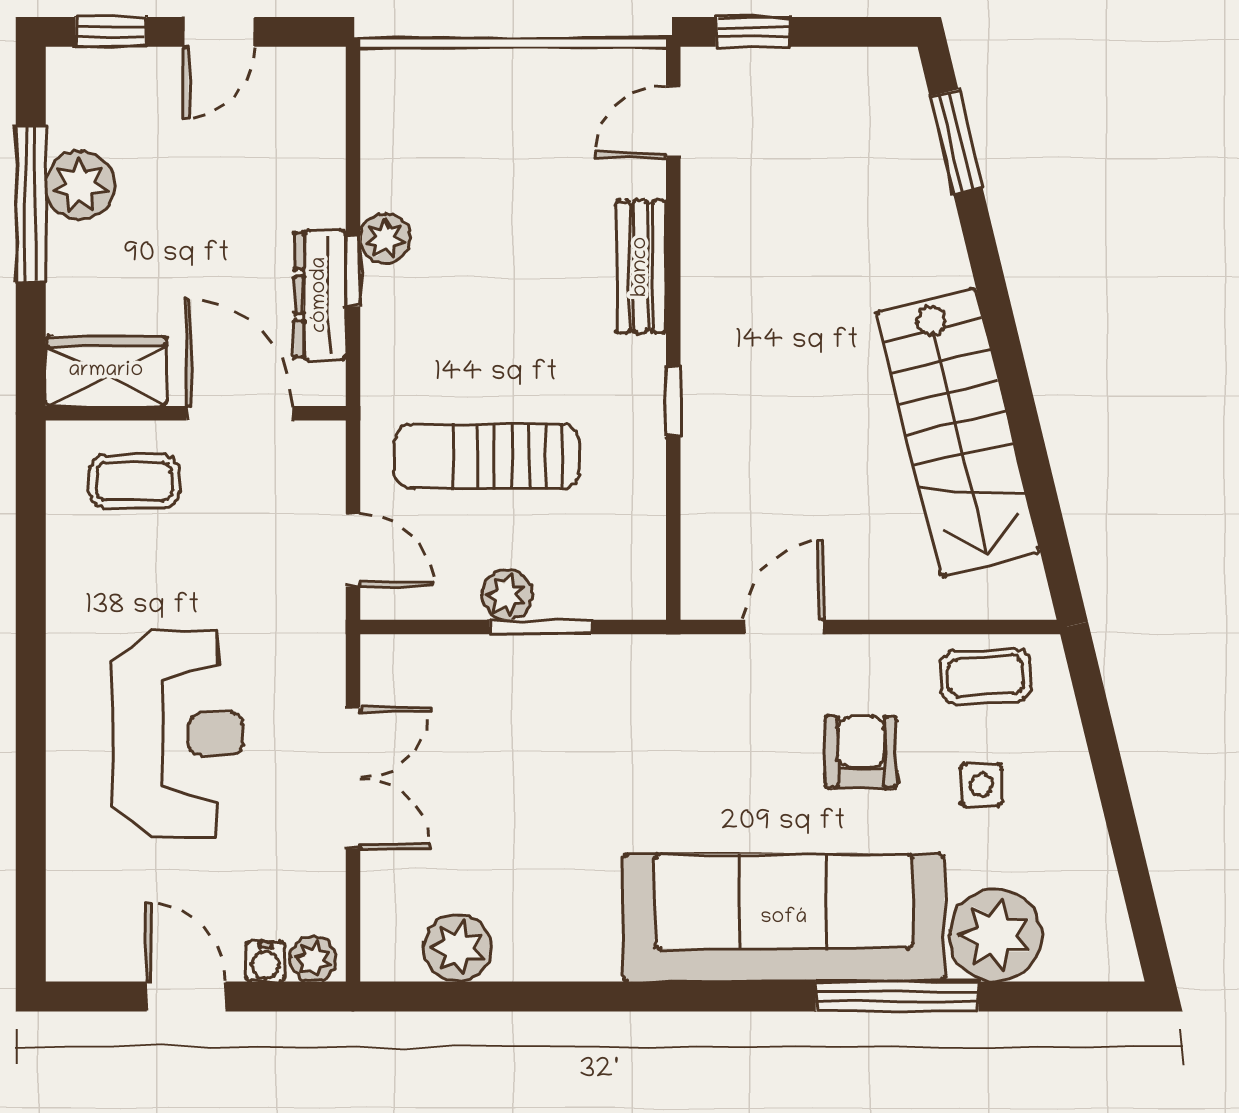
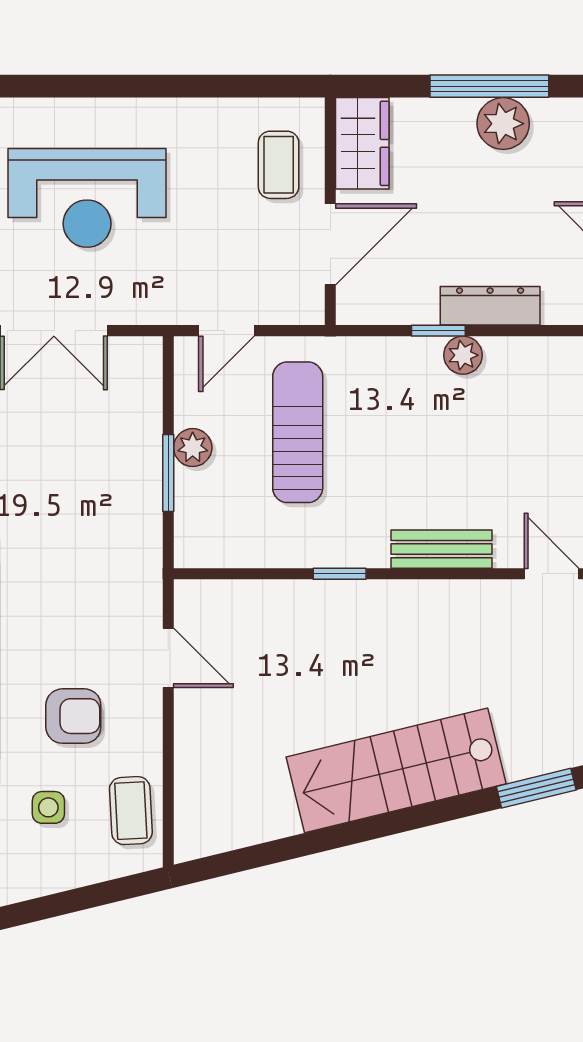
dresser: (320, 295) -> (490, 306), moved
stairs: (958, 432) -> (396, 770), moved

